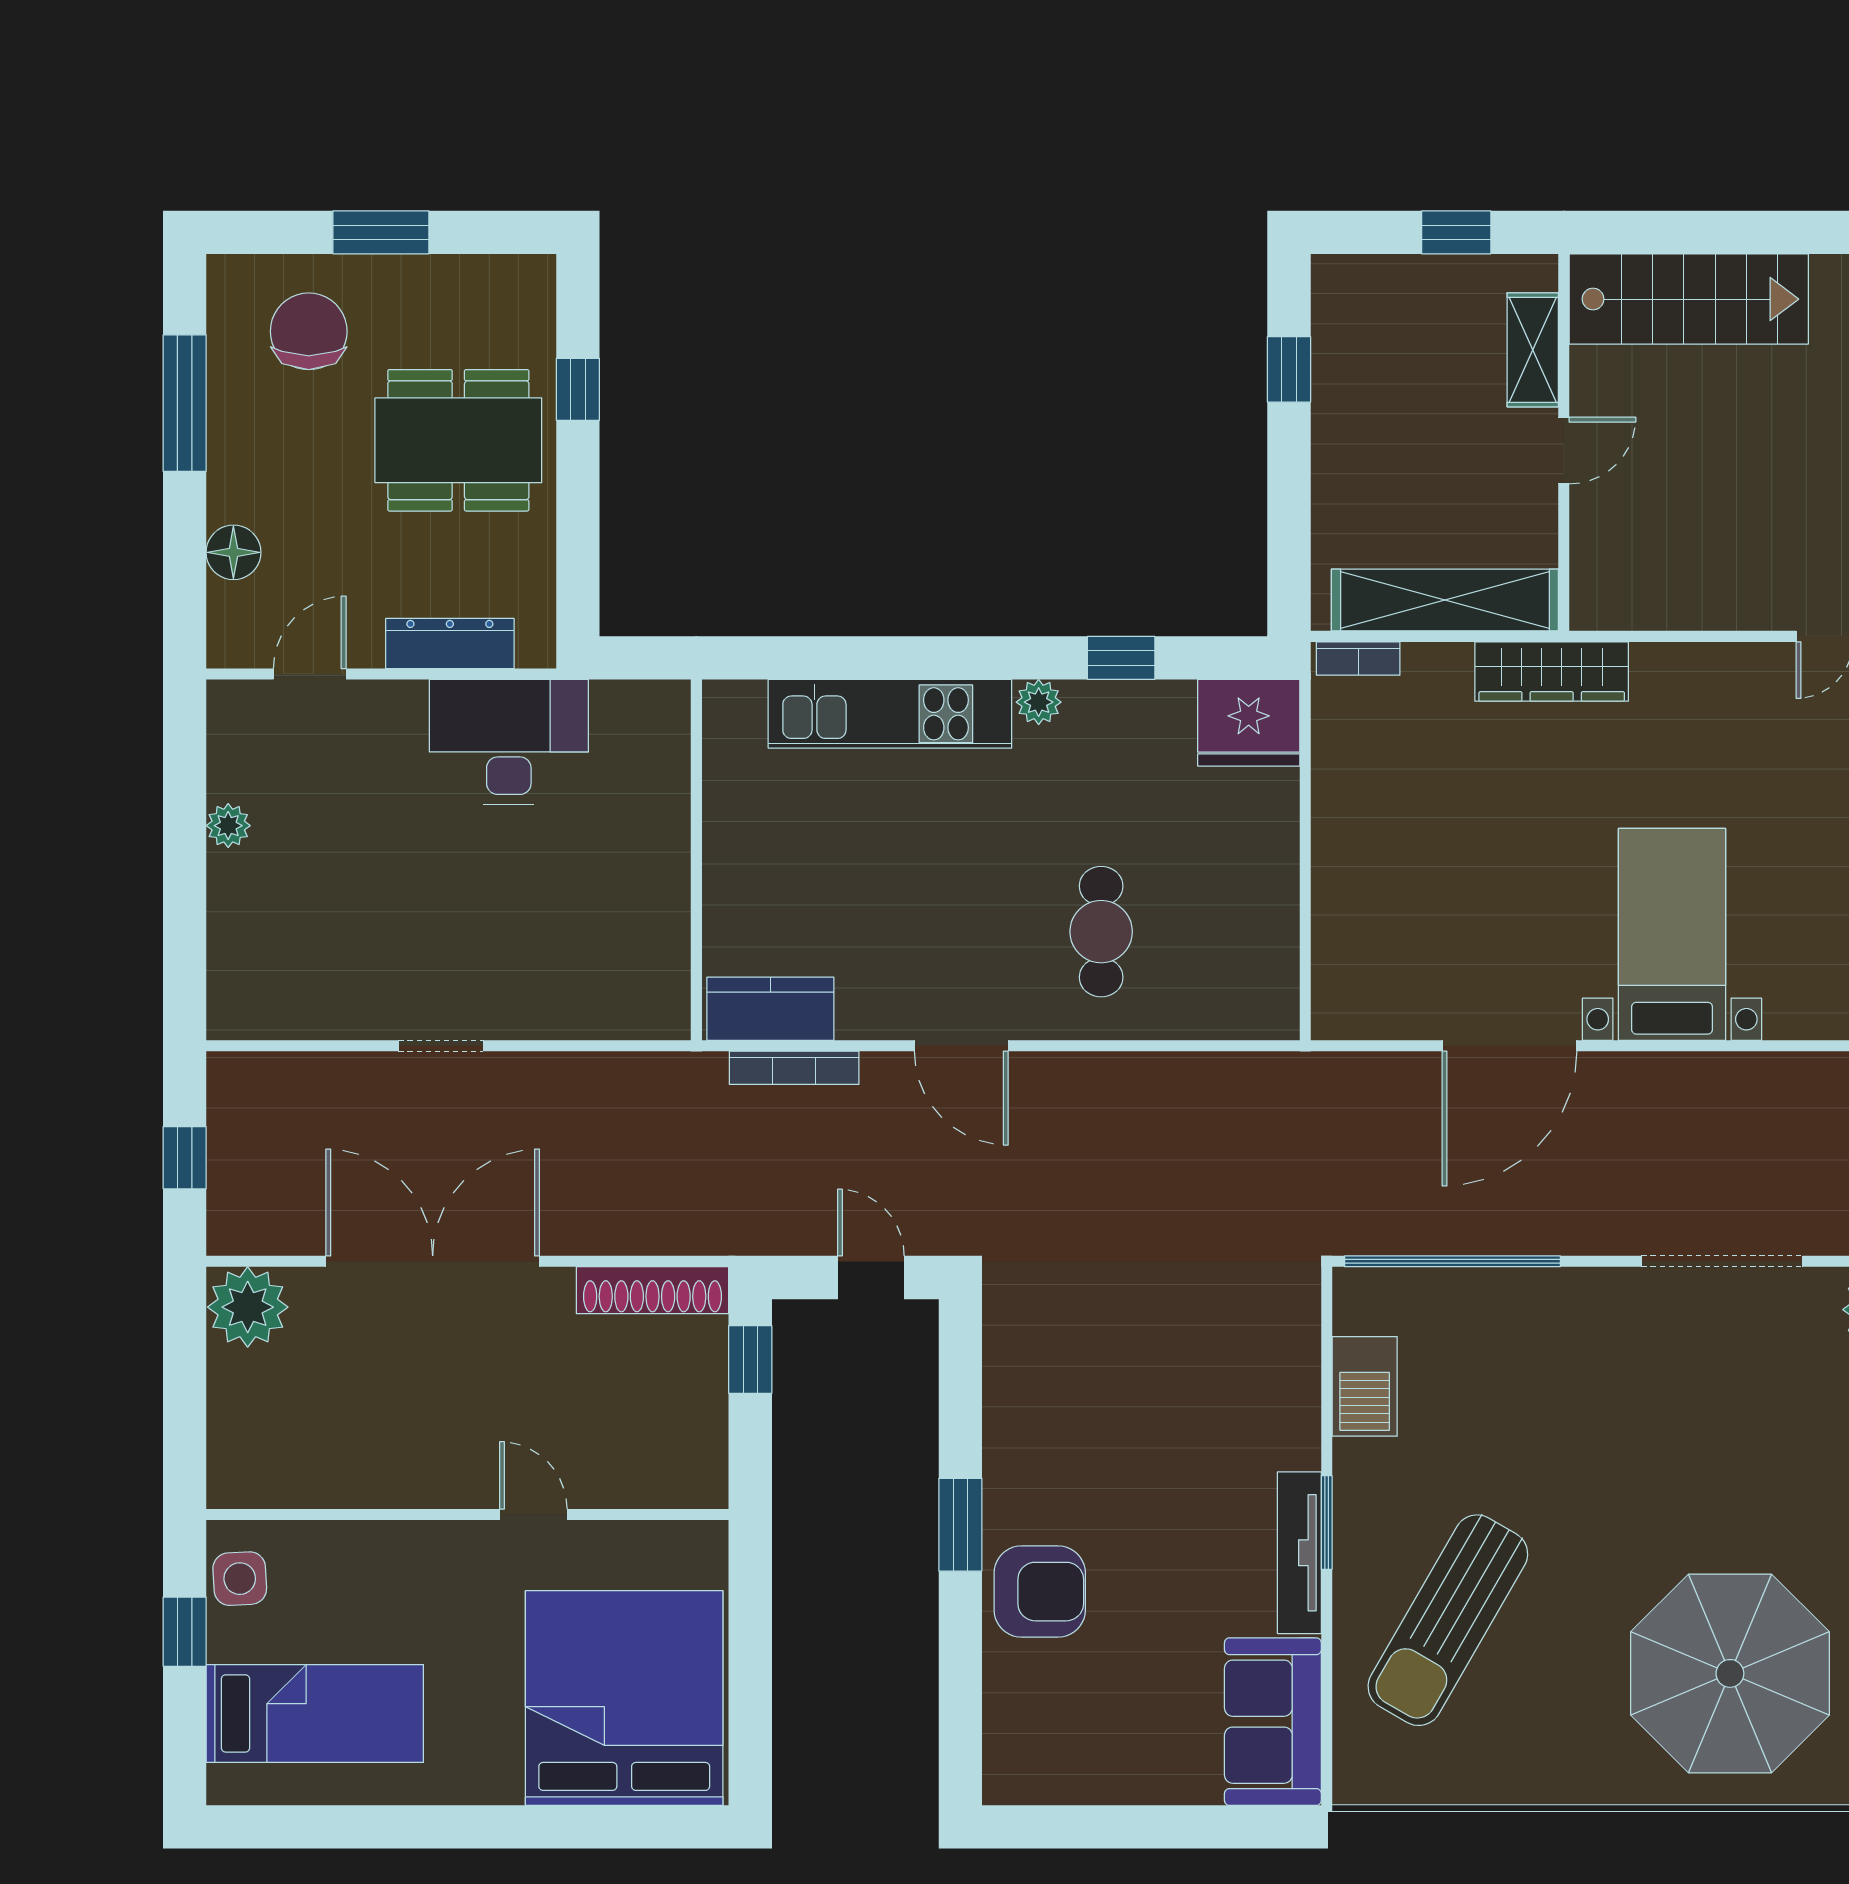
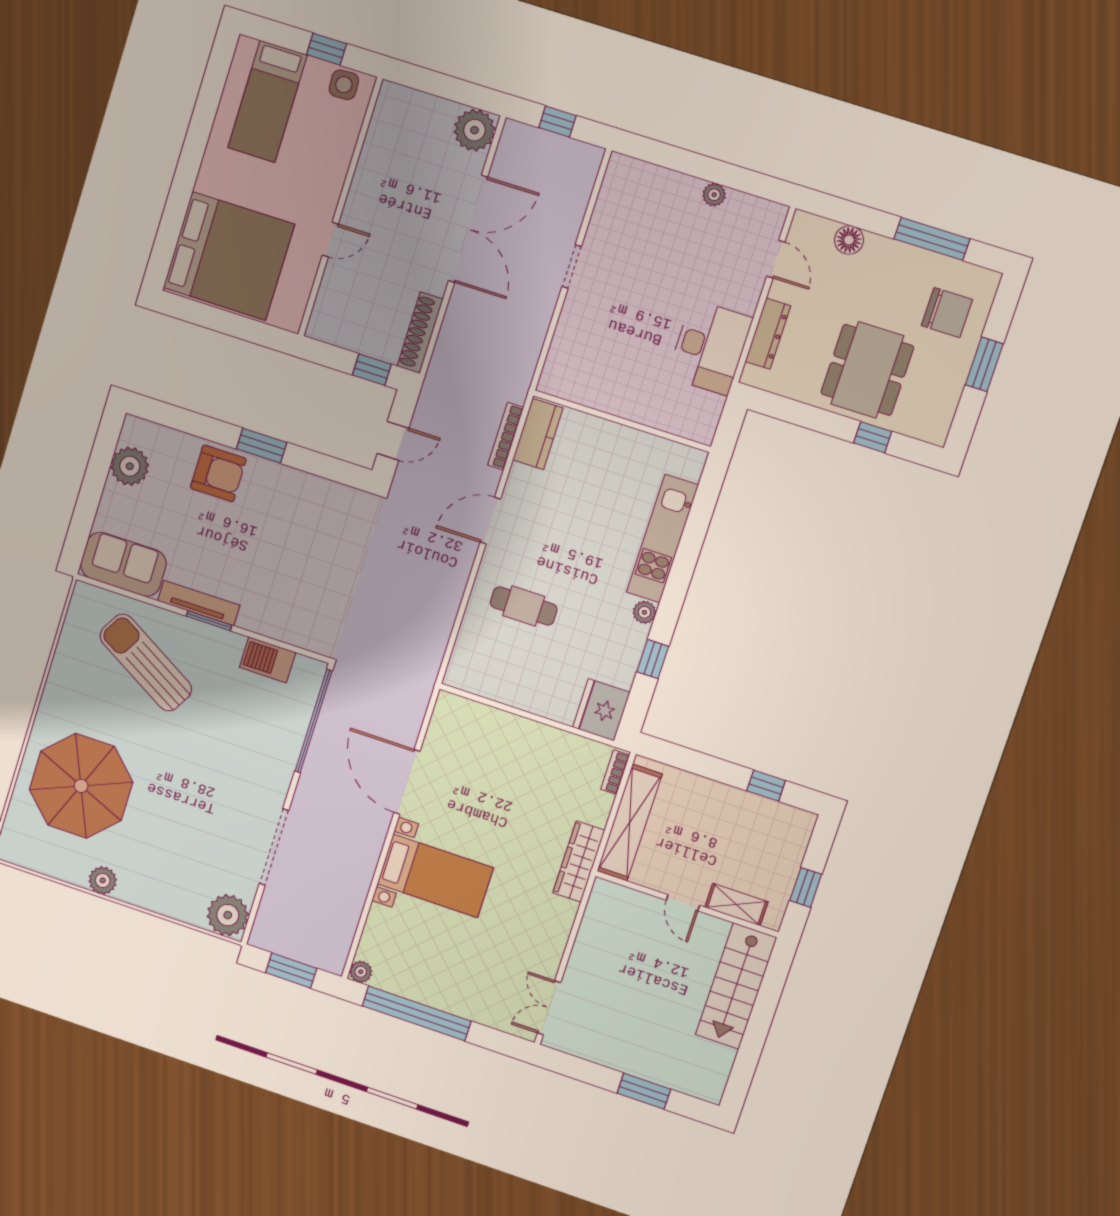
armchair: (1040, 1592) -> (218, 473), turned -90
plant: (1081, 1767) -> (130, 466), added

